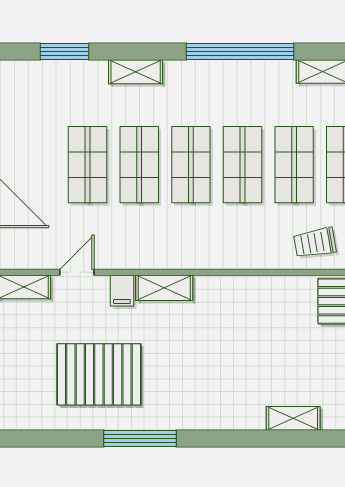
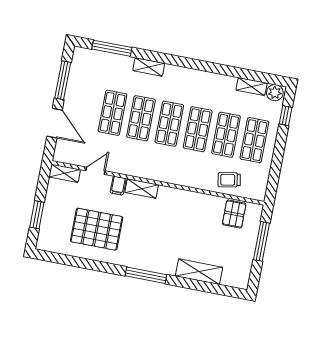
window: (64, 52) -> (112, 48), width x1.44
window: (240, 52) -> (208, 67), removed
shelving: (293, 418) -> (199, 272), width x1.50, depth x1.33
window: (140, 438) -> (146, 275), moved

